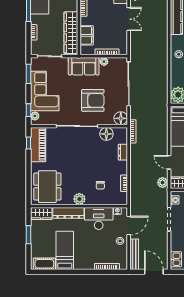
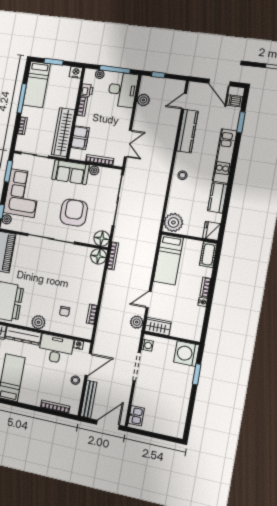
double door: (129, 19) -> (128, 144), moved
armchair: (93, 100) -> (74, 213), turned -90
floor lamp: (106, 134) -> (98, 256), moved
dresser: (123, 152) -> (97, 278), removed
door: (169, 162) -> (149, 300), hinge flipped
door: (154, 272) -> (108, 425), hinge flipped

